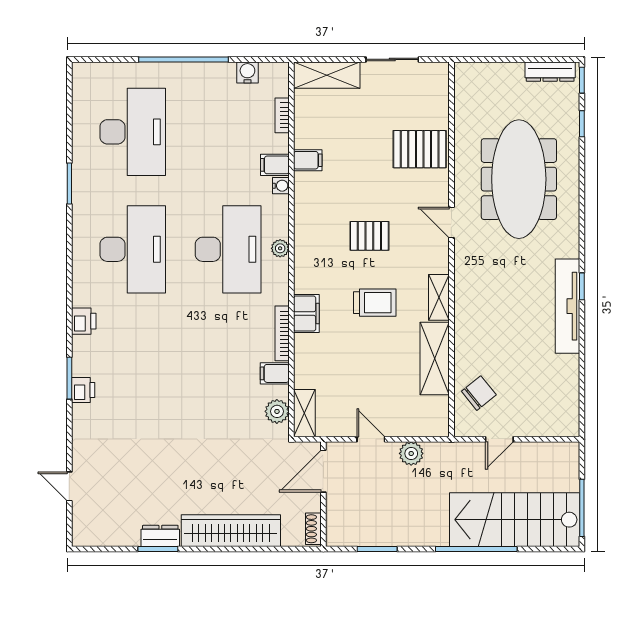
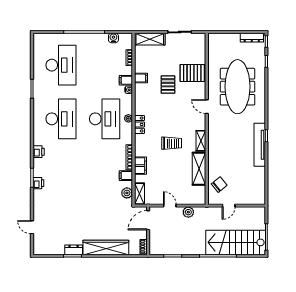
pallet: (369, 236) -> (168, 85), moved, turned 90
locker: (304, 262) -> (139, 124), added
filing cabinet: (306, 314) -> (140, 166), moved

